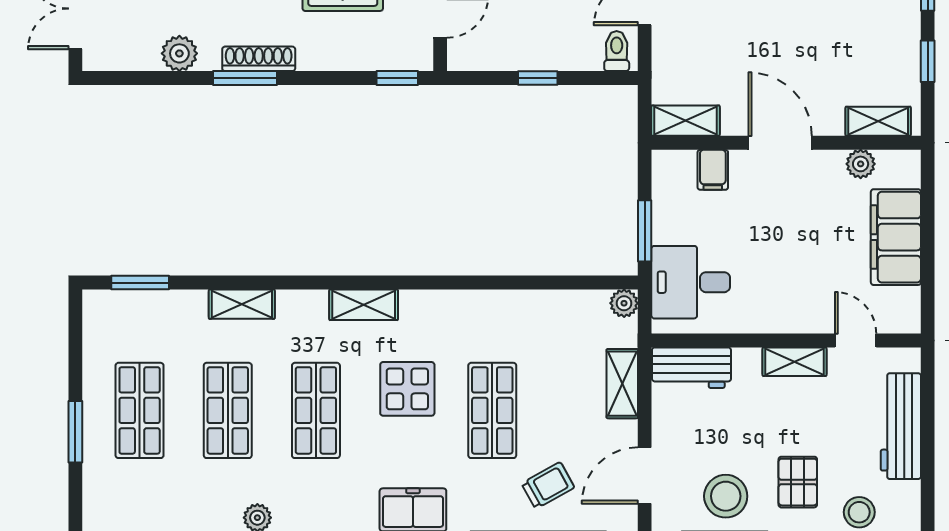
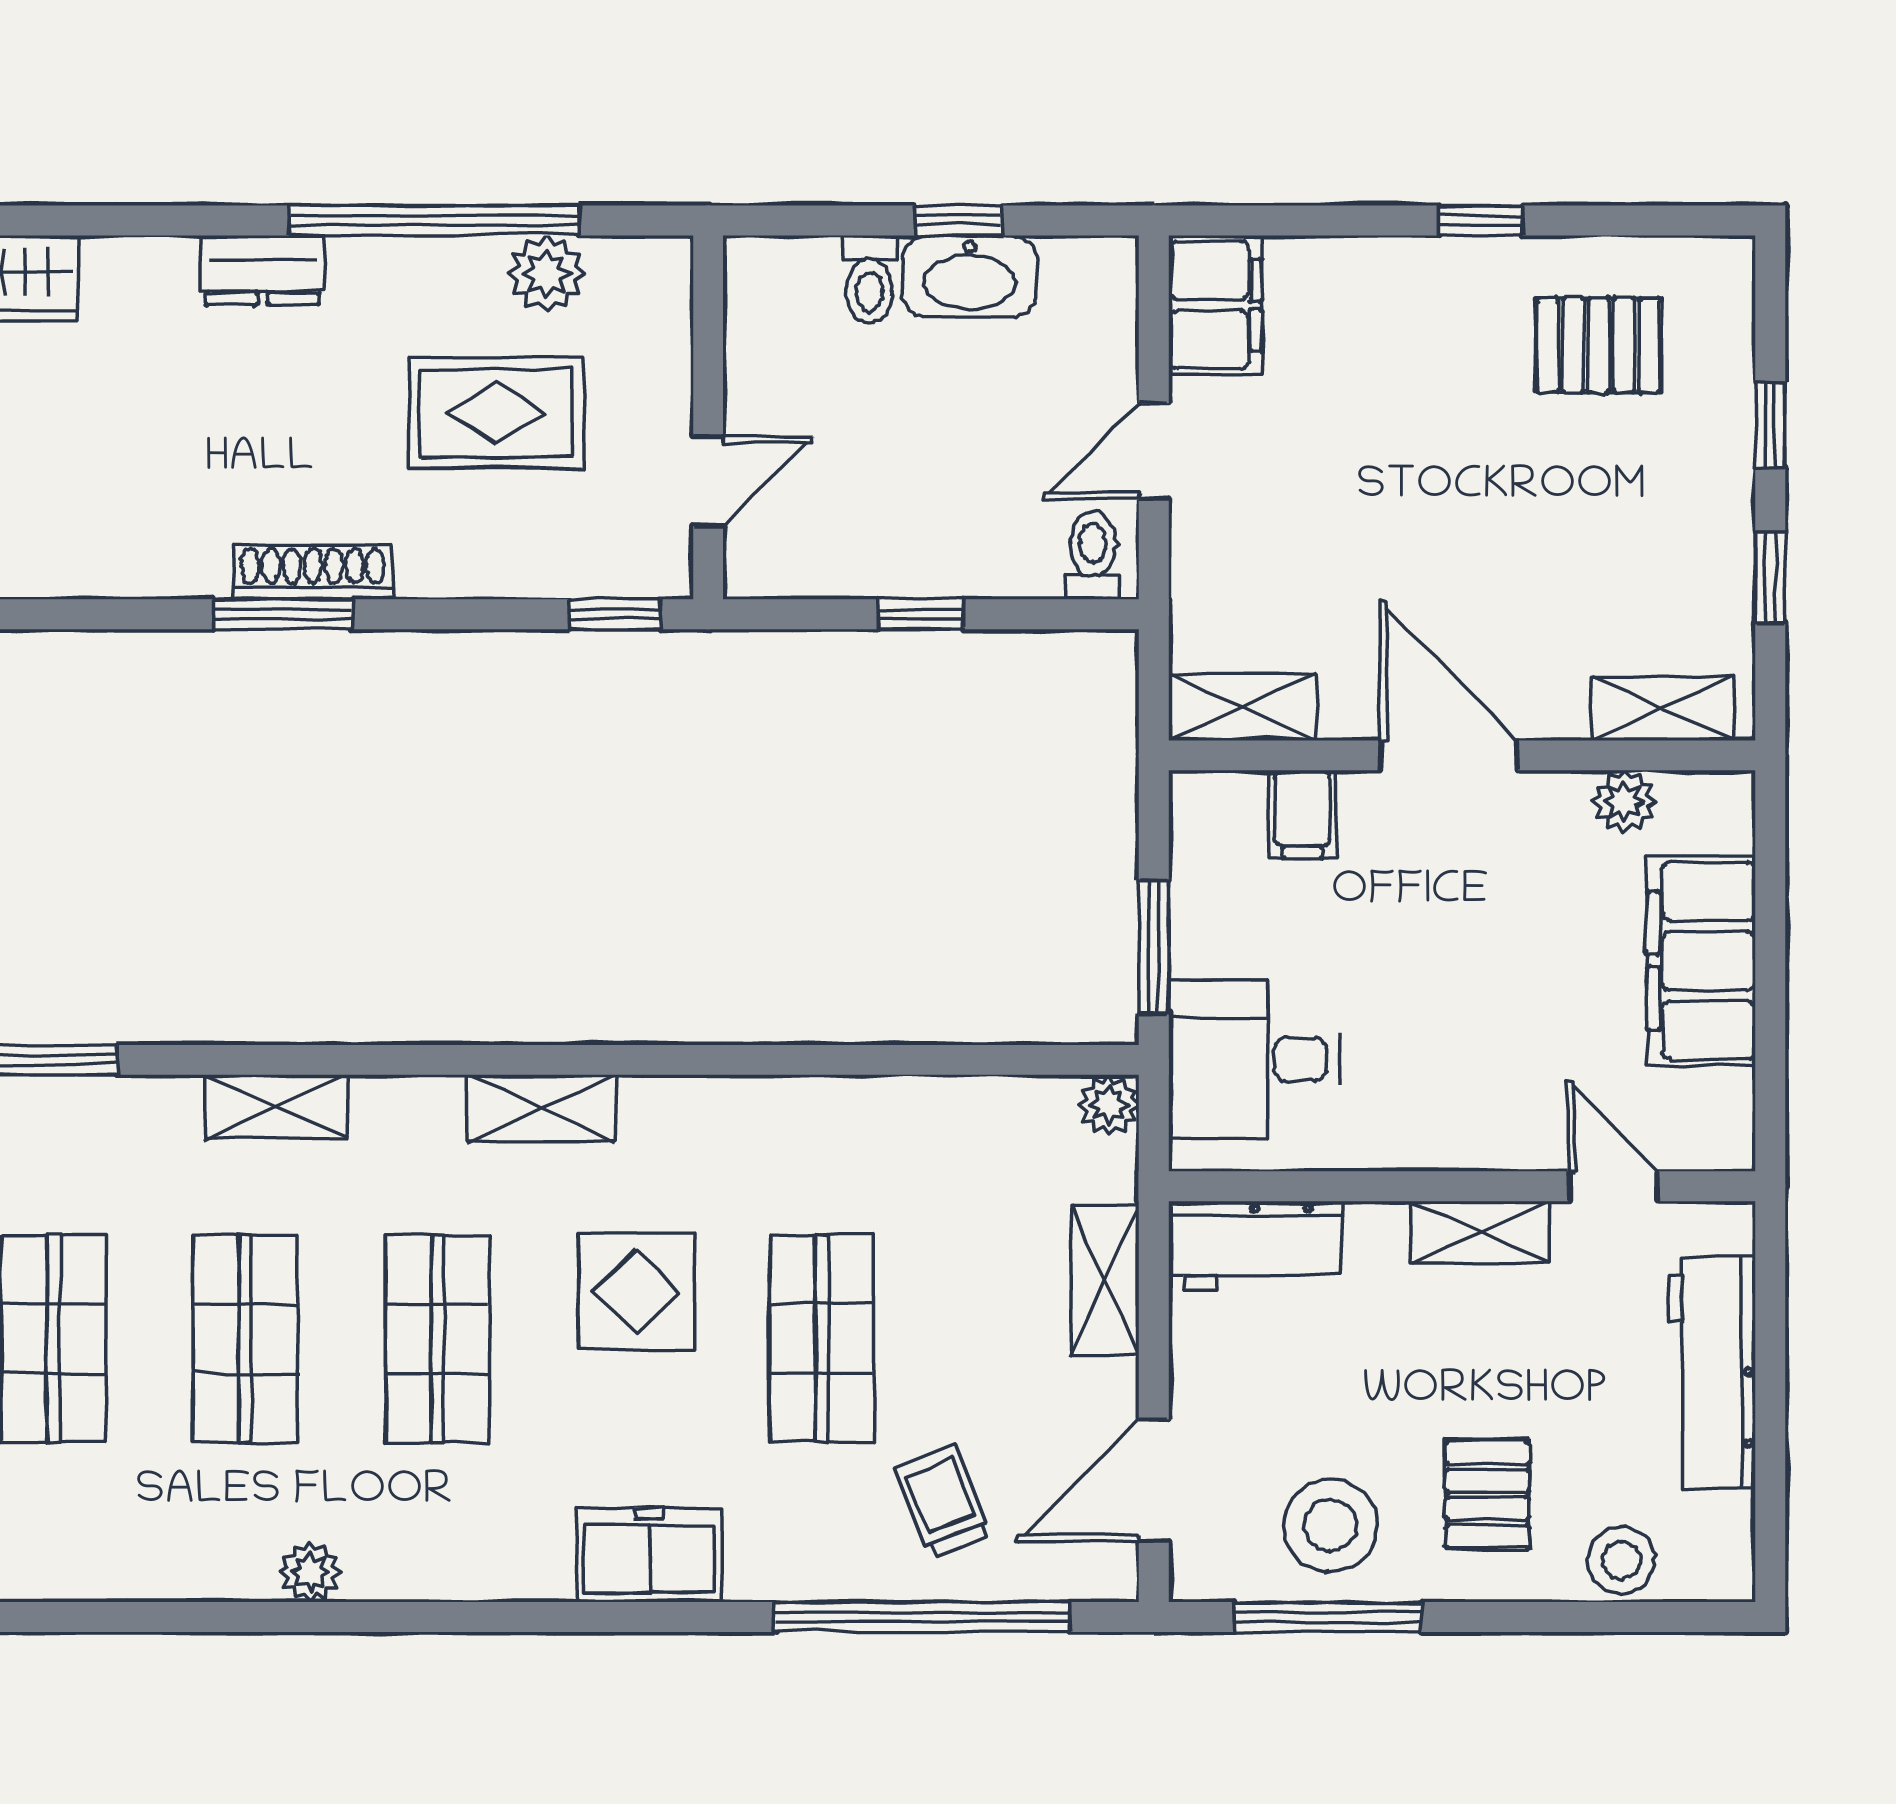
plant: (179, 53) -> (140, 561), removed
trolley: (548, 485) -> (943, 1502), turned -83

